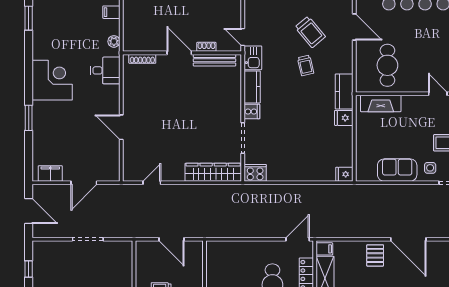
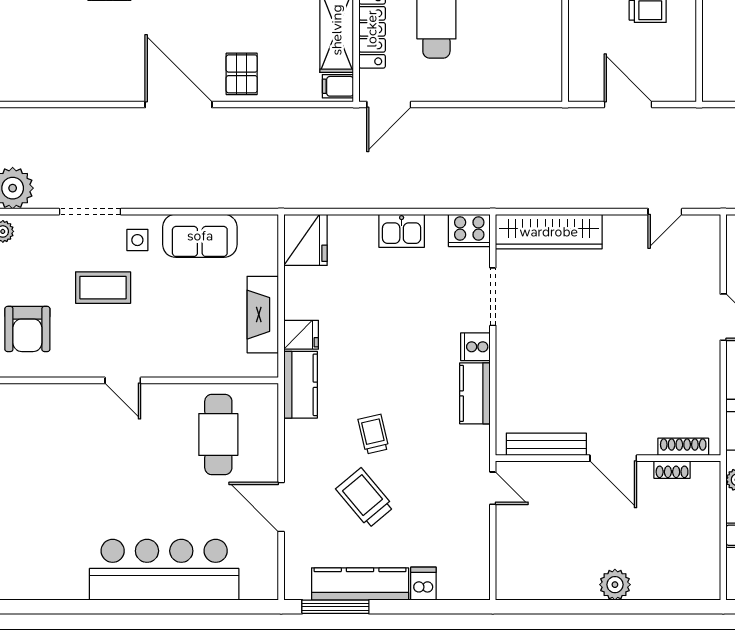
shoe rack: (206, 47) -> (672, 470), moved
kitchen sink: (253, 58) -> (402, 231), moved, turned -90
fireplace: (381, 104) -> (263, 315), moved, turned -90
fridge: (344, 174) -> (306, 240), width x1.88, depth x1.34

